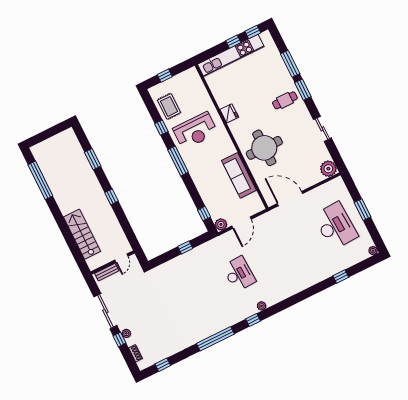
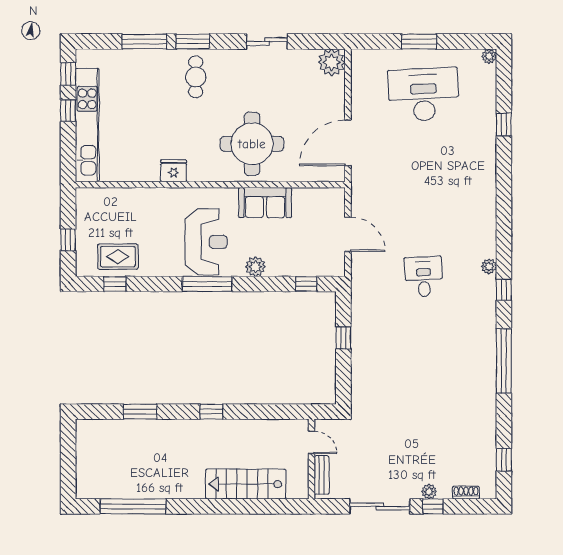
window: (161, 128) -> (115, 284), moved
reception desk: (195, 131) -> (206, 242), moved
sofa: (239, 175) -> (265, 203), width x0.73
plant: (221, 224) -> (255, 267), moved
desk: (239, 274) -> (424, 277), width x0.73

